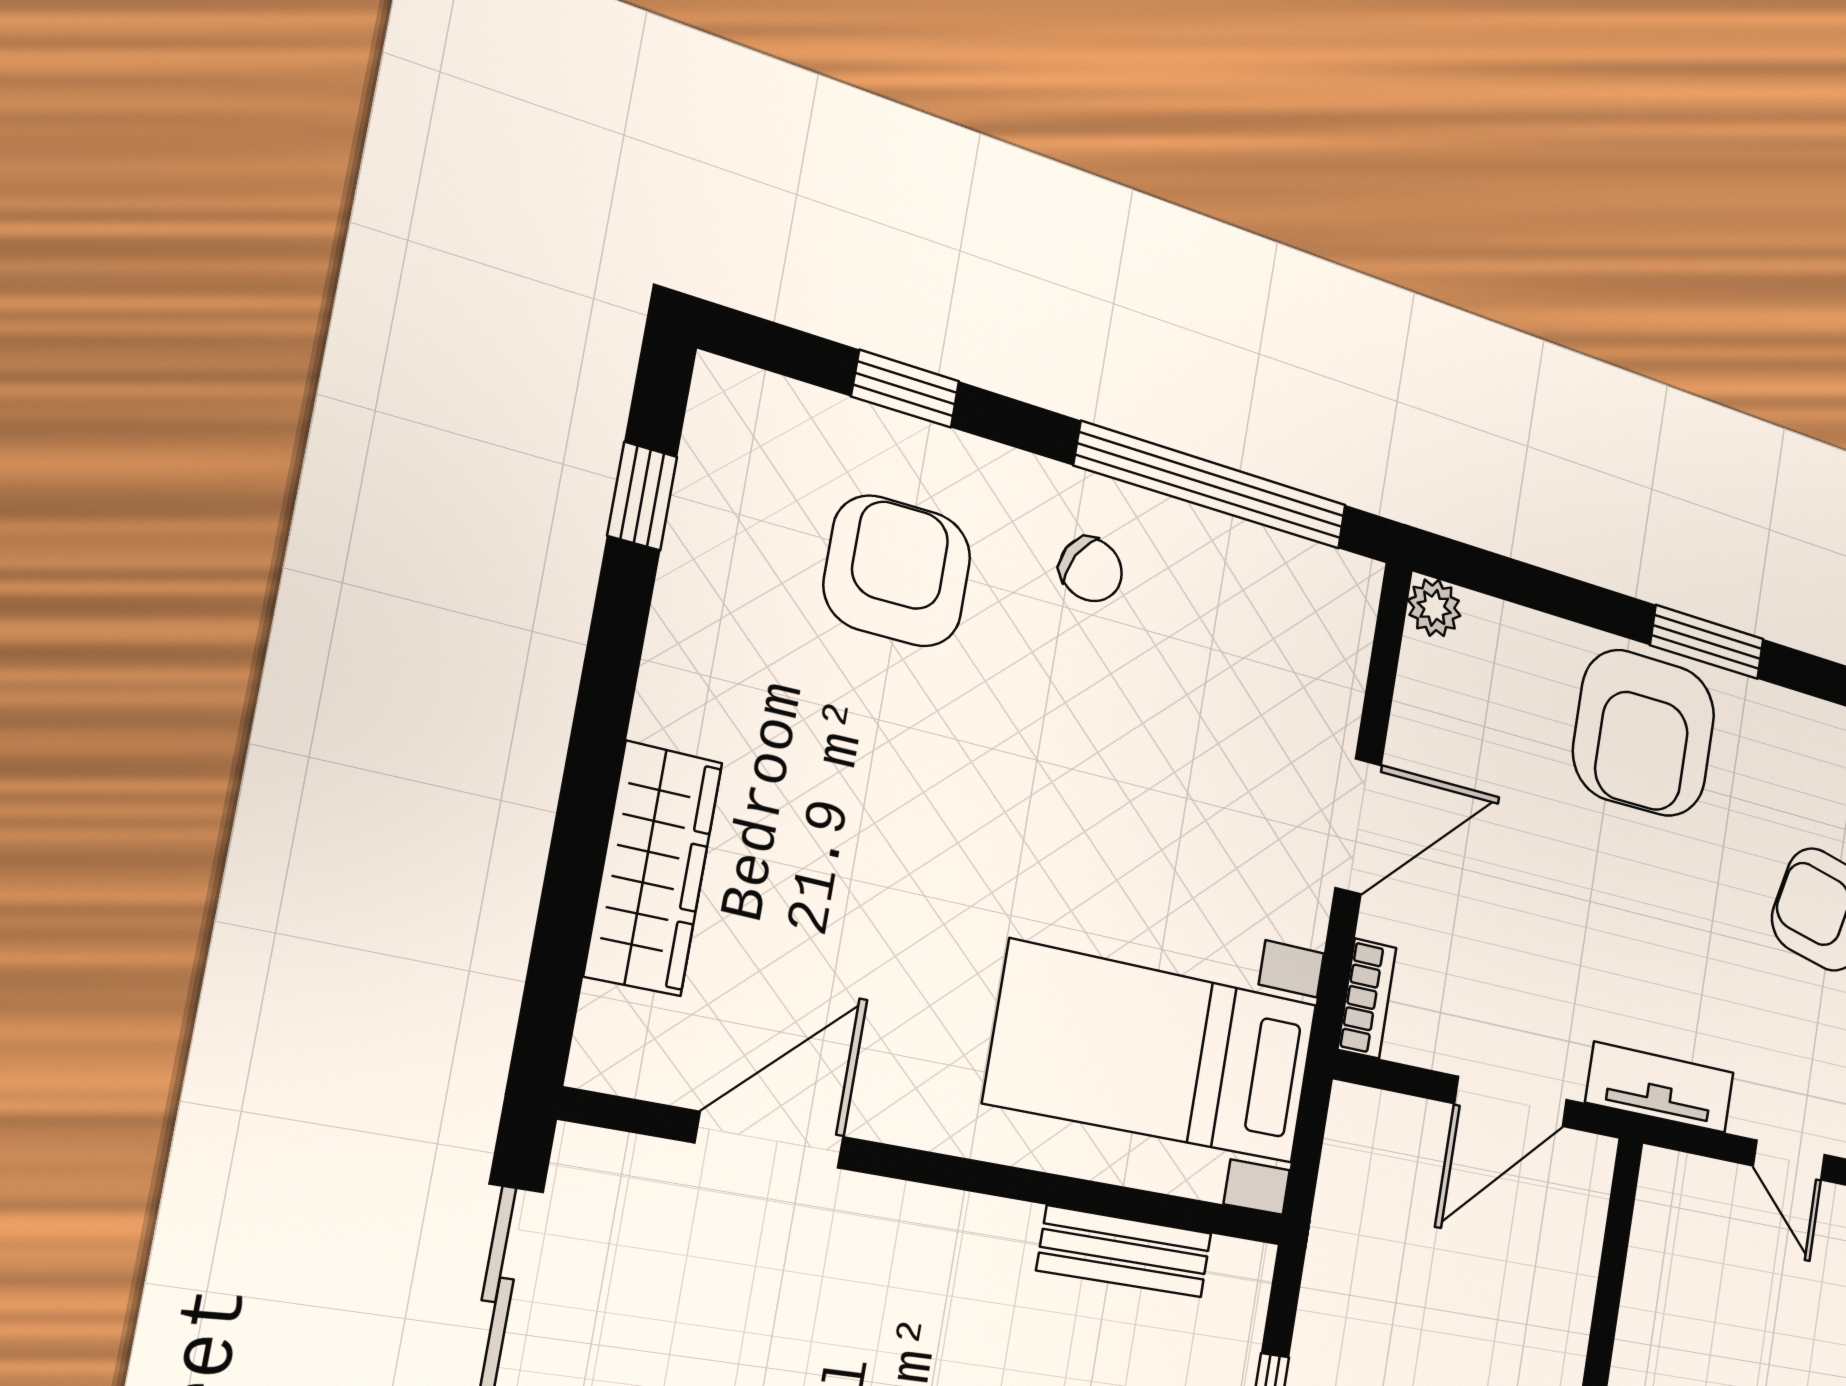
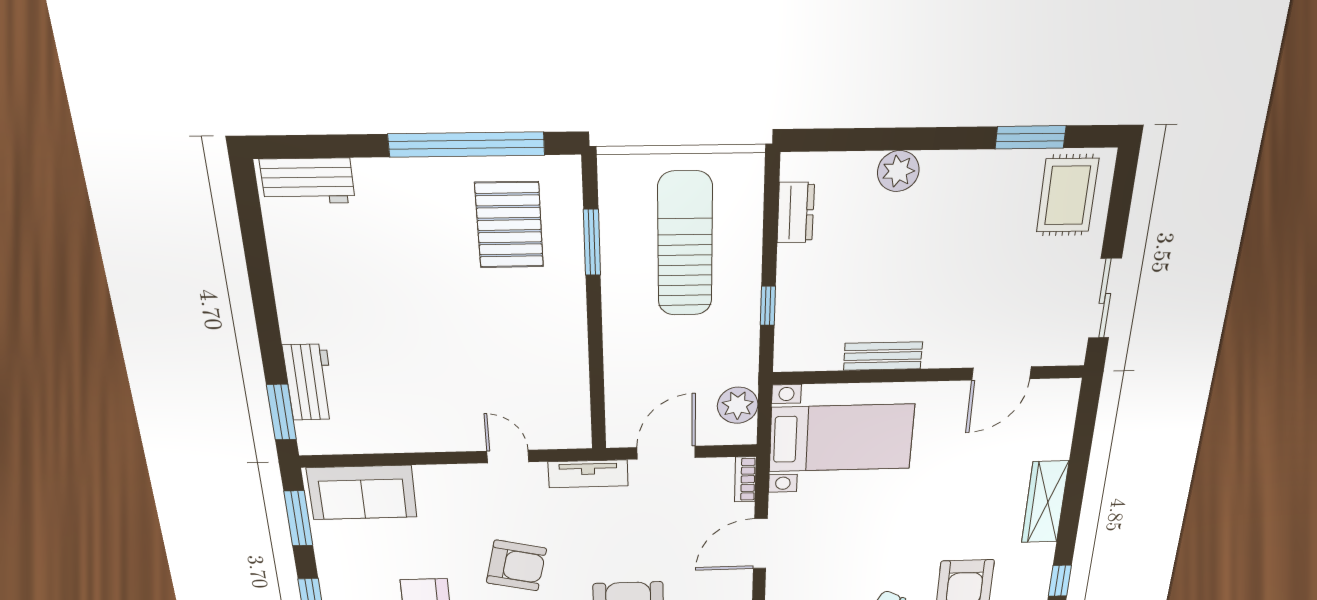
wardrobe: (653, 869) -> (1045, 502), moved
plant: (1358, 1181) -> (738, 405), added
bench: (1125, 1252) -> (883, 356), moved

